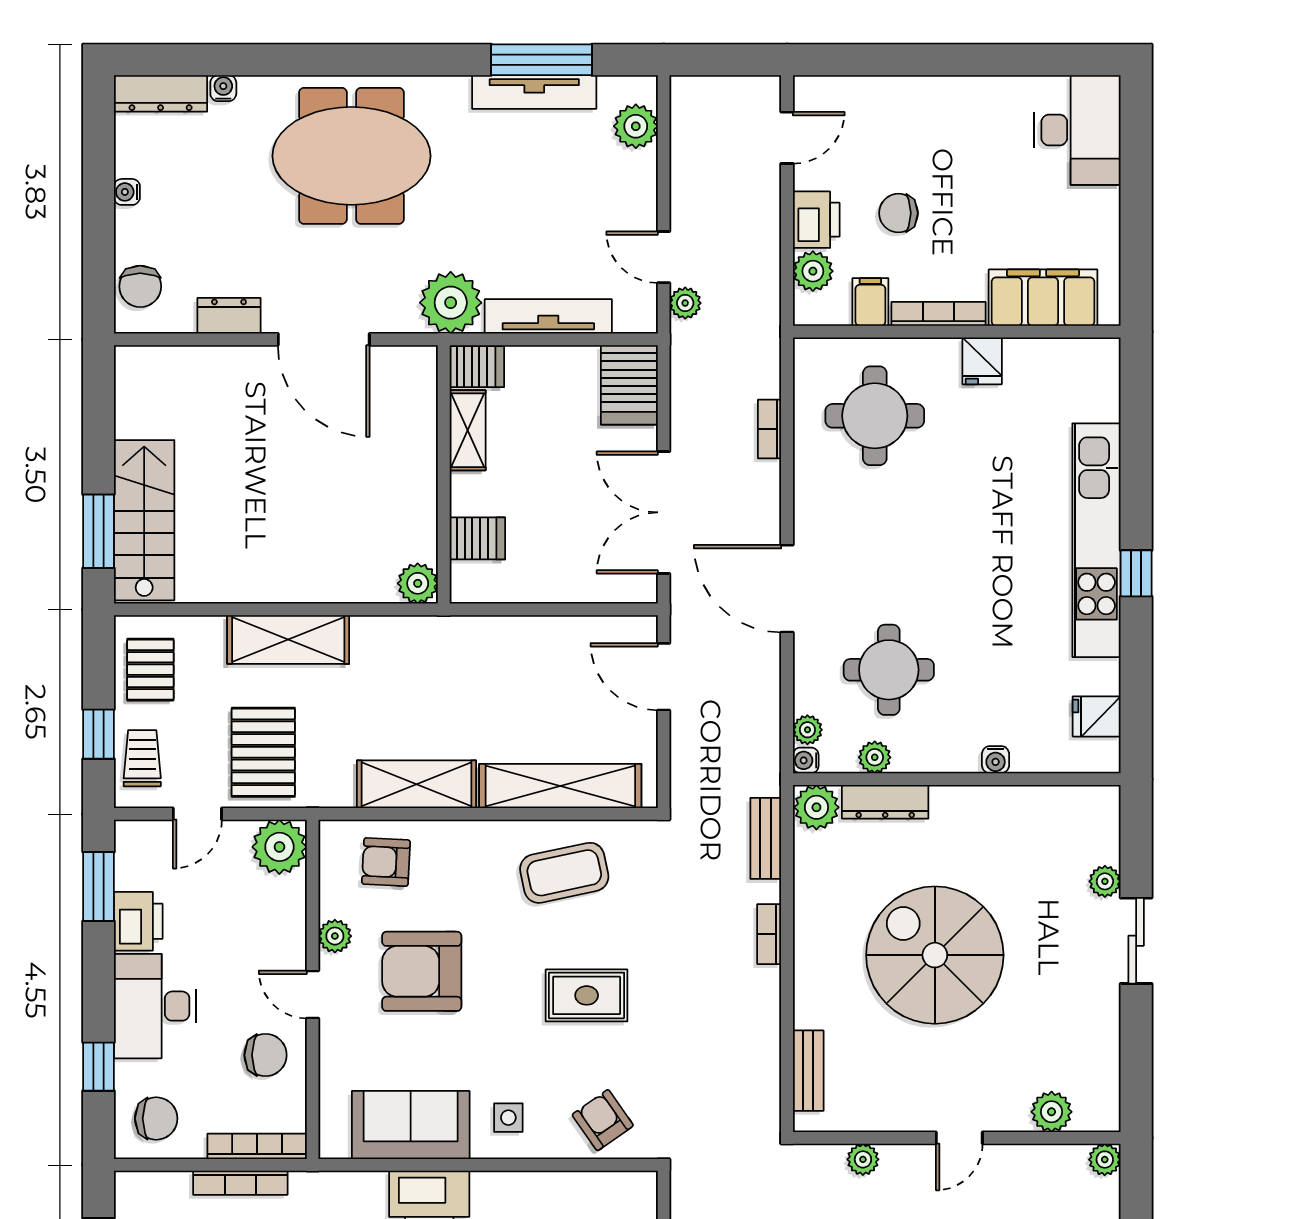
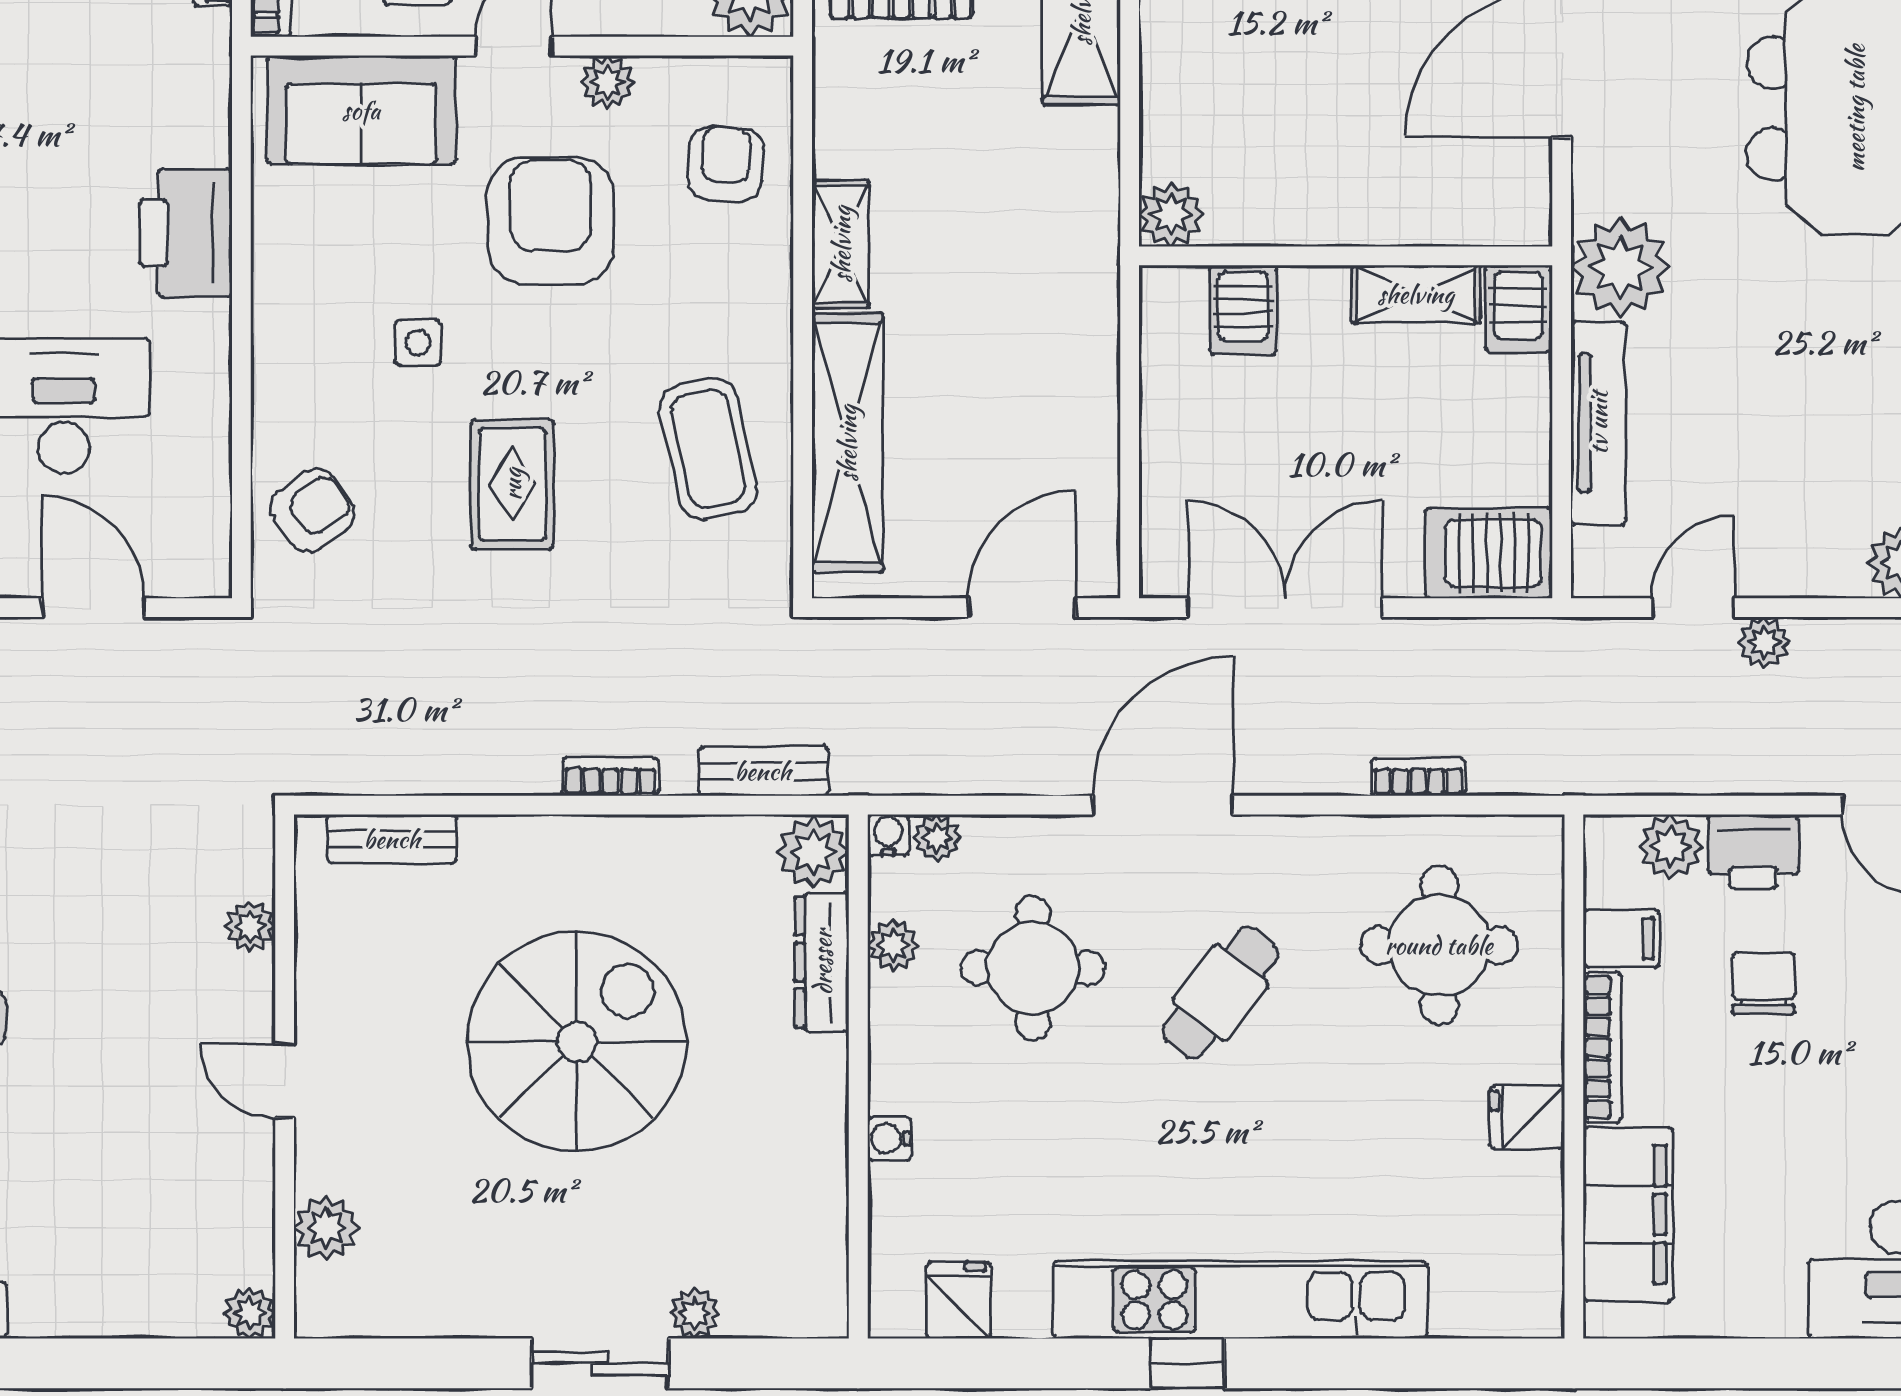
plant: (685, 303) -> (1764, 642), moved
cafe table: (904, 553) -> (1220, 993), added
shelving: (417, 784) -> (841, 244), width x0.67, depth x0.75
side table: (508, 1118) -> (418, 343), moved
sofa: (411, 1125) -> (361, 110), moved, turned 90

